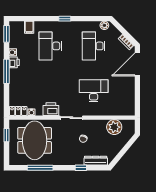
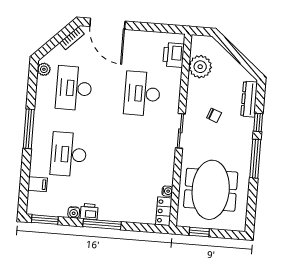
window: (65, 19) -> (29, 129), width x2.17
desk: (50, 46) -> (69, 154), turned 90
desk: (94, 46) -> (74, 88), turned 90
printer: (51, 109) -> (174, 55), moved
meeting table: (35, 140) -> (211, 190), turned 90
window: (40, 168) -> (255, 159), moved

